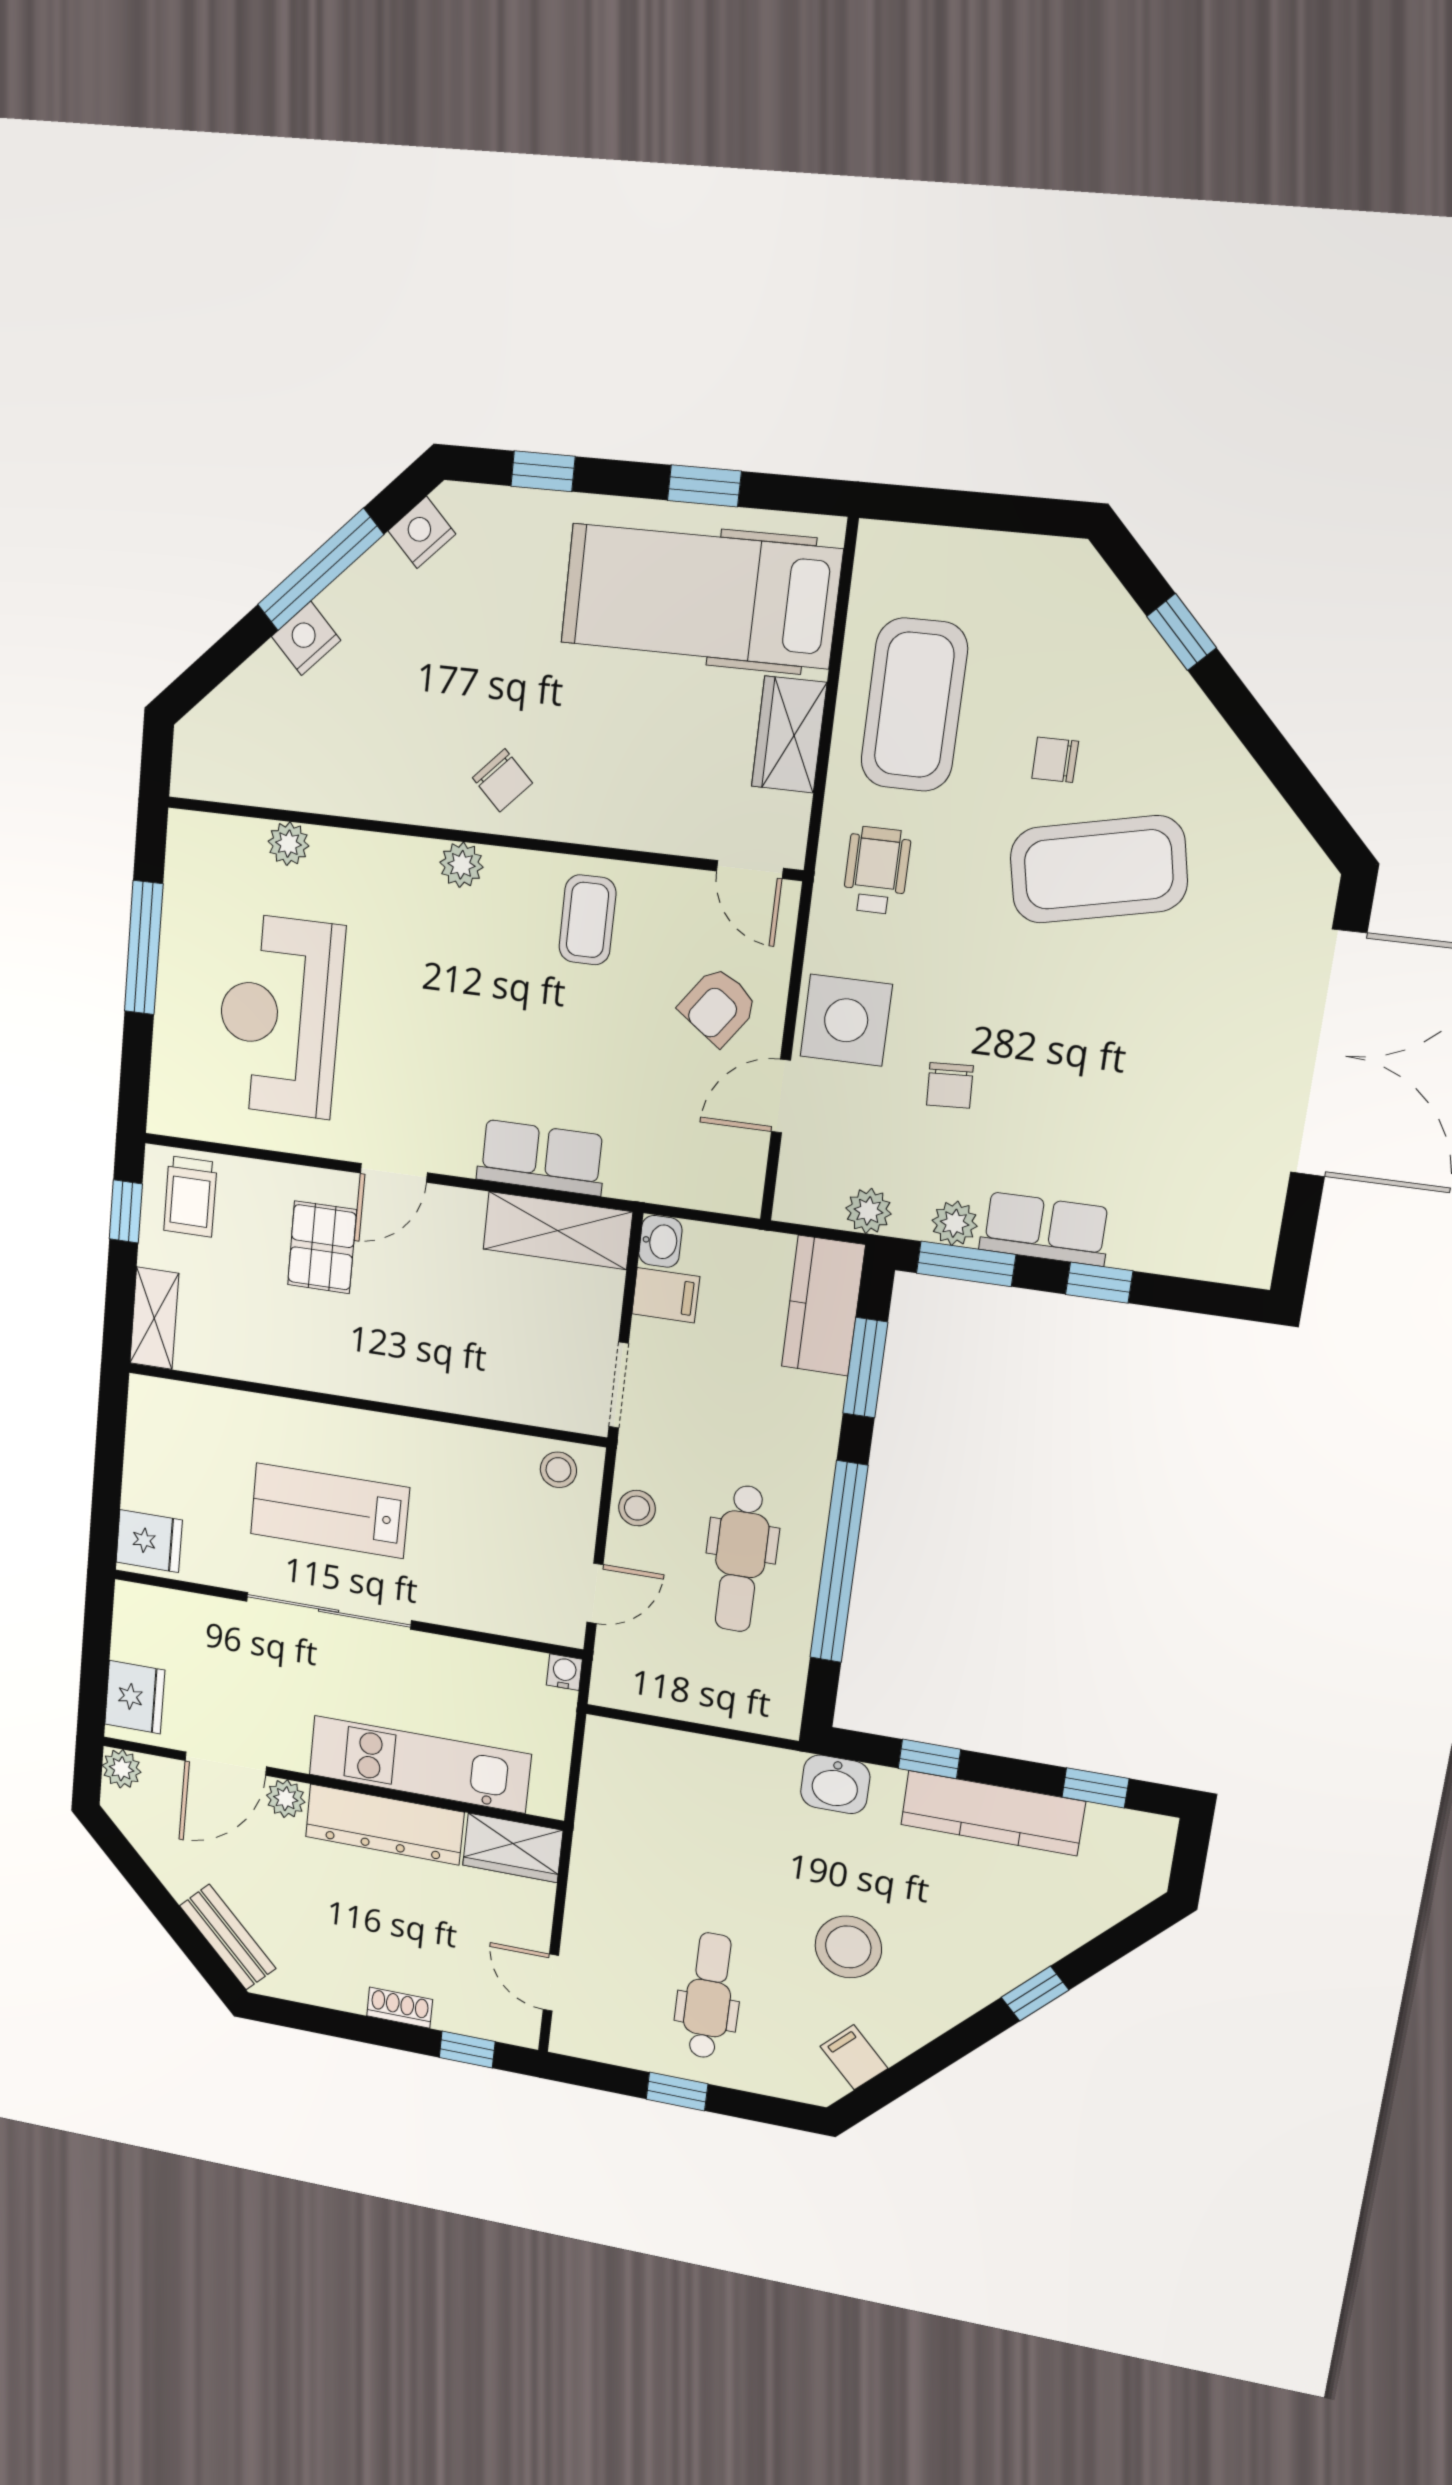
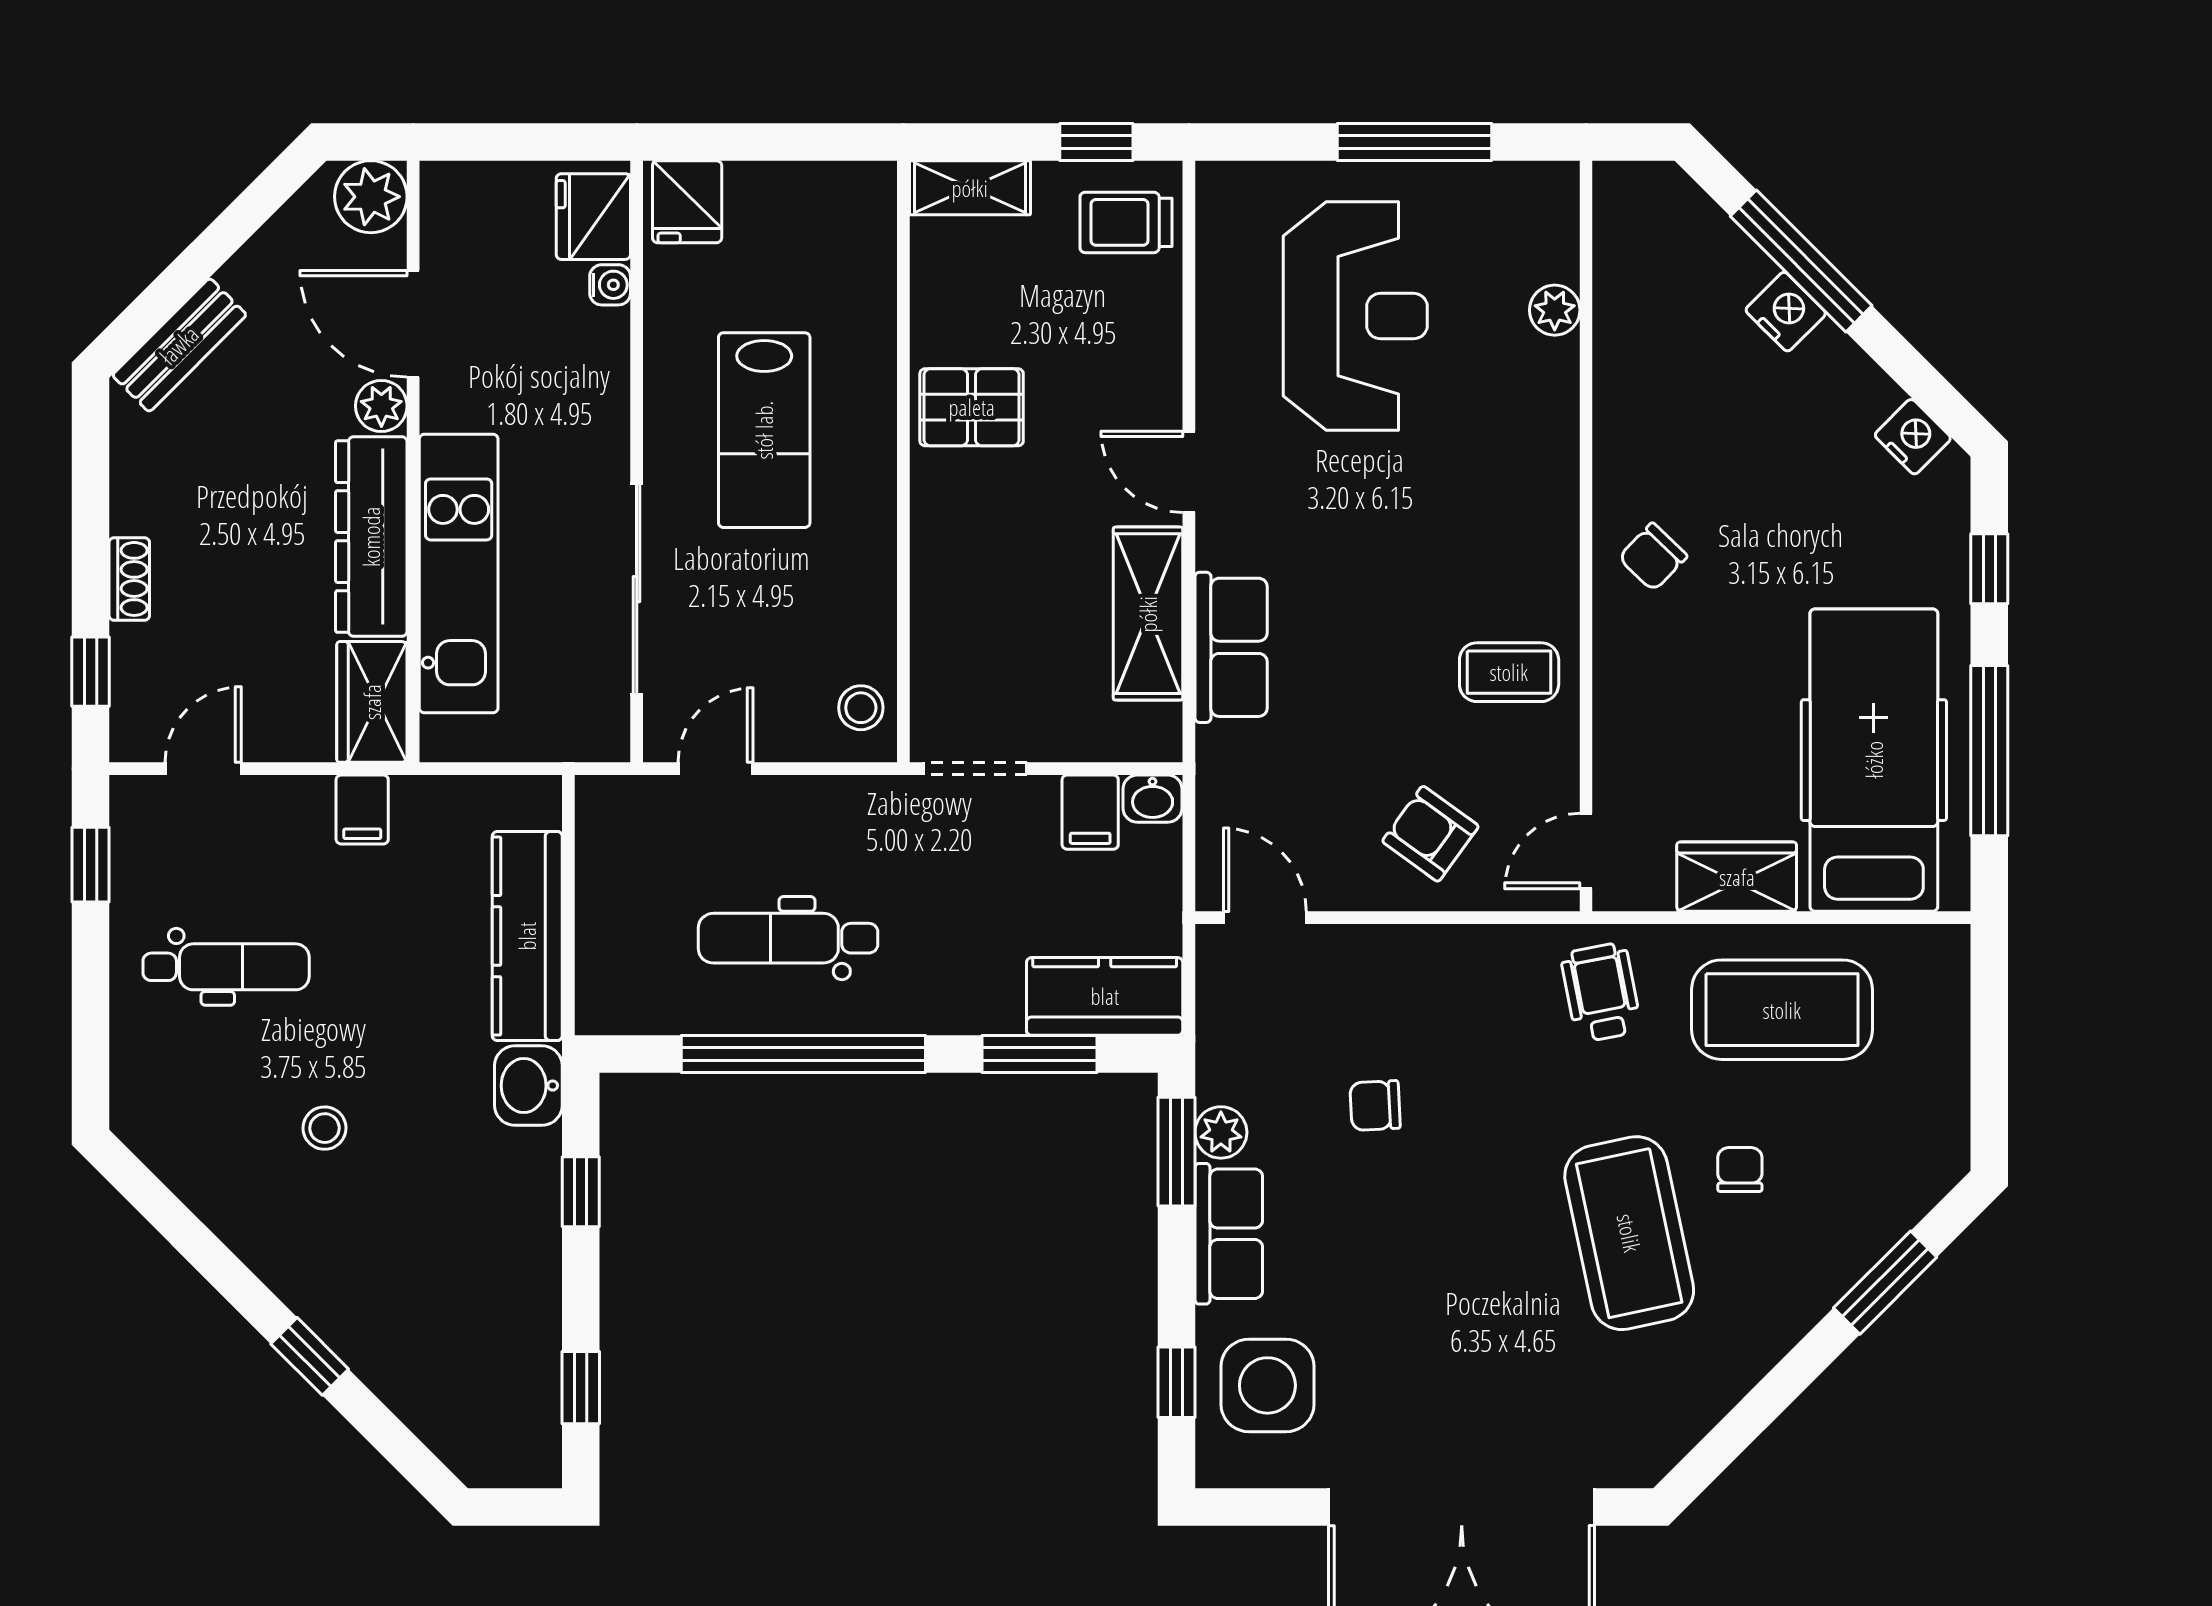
window: (704, 486) -> (1989, 751), width x2.17
window: (320, 570) -> (1801, 261), moved
window: (1182, 632) -> (1885, 1283), width x1.50
plant: (461, 865) -> (1554, 519), removed
wheelchair: (877, 870) -> (1601, 992), turned -101
reception desk: (280, 1016) -> (1355, 316), turned 90
side table: (846, 1020) -> (1267, 1385), moved
door: (781, 1096) -> (1265, 918), moved
plant: (869, 1211) -> (1221, 1034), removed
shelving: (558, 1231) -> (1148, 614), moved
pallet: (322, 1247) -> (972, 407), moved
window: (1099, 1283) -> (1176, 1382), moved
stool: (637, 1508) -> (829, 808), removed
lab bench: (330, 1511) -> (764, 430), turned 180
door: (595, 1593) -> (715, 769), swing flipped
sliding door: (329, 1611) -> (637, 589), moved
water cooler: (564, 1672) -> (610, 285), moved
fridge: (135, 1697) -> (593, 217), moved, turned 90
plant: (122, 1769) -> (371, 197), width x1.38, depth x1.38
kitchen counter: (993, 1813) -> (527, 936), moved
stool: (848, 1947) -> (325, 1128), width x0.53, depth x0.53
filing cabinet: (854, 2057) -> (362, 810), moved, turned 135
window: (677, 2091) -> (91, 865), moved

